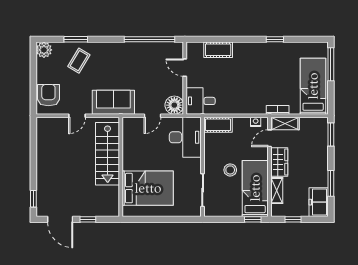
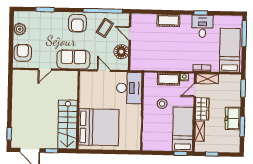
plant: (44, 50) -> (20, 29), moved
cot: (218, 50) -> (168, 20), moved
armchair: (118, 56) -> (77, 23), added
coffee table: (79, 61) -> (105, 28), moved
desk: (201, 101) -> (202, 26), moved, turned 90
floor lamp: (174, 105) -> (121, 52), moved
door: (152, 116) -> (104, 71), swing flipped
cot: (218, 125) -> (168, 79), moved
stairs: (108, 154) -> (67, 124), moved
stool: (230, 170) -> (162, 104), moved
bed: (148, 188) -> (99, 127), width x1.36
freezer: (319, 202) -> (233, 118), moved

